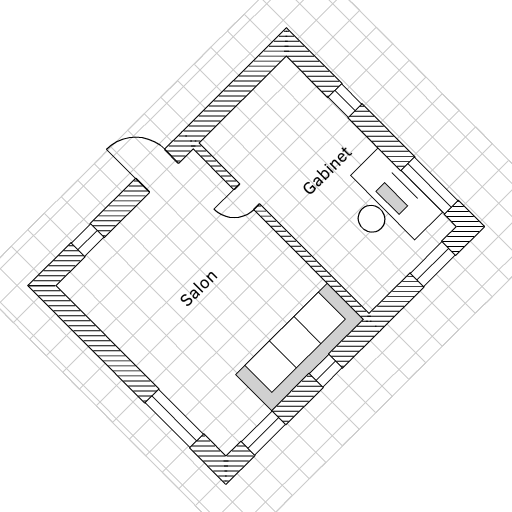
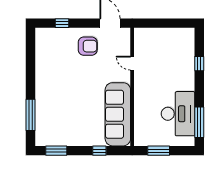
armchair: (158, 236) -> (88, 46), added
window: (433, 264) -> (159, 151), moved
sofa: (300, 347) -> (118, 114), moved, turned -90

